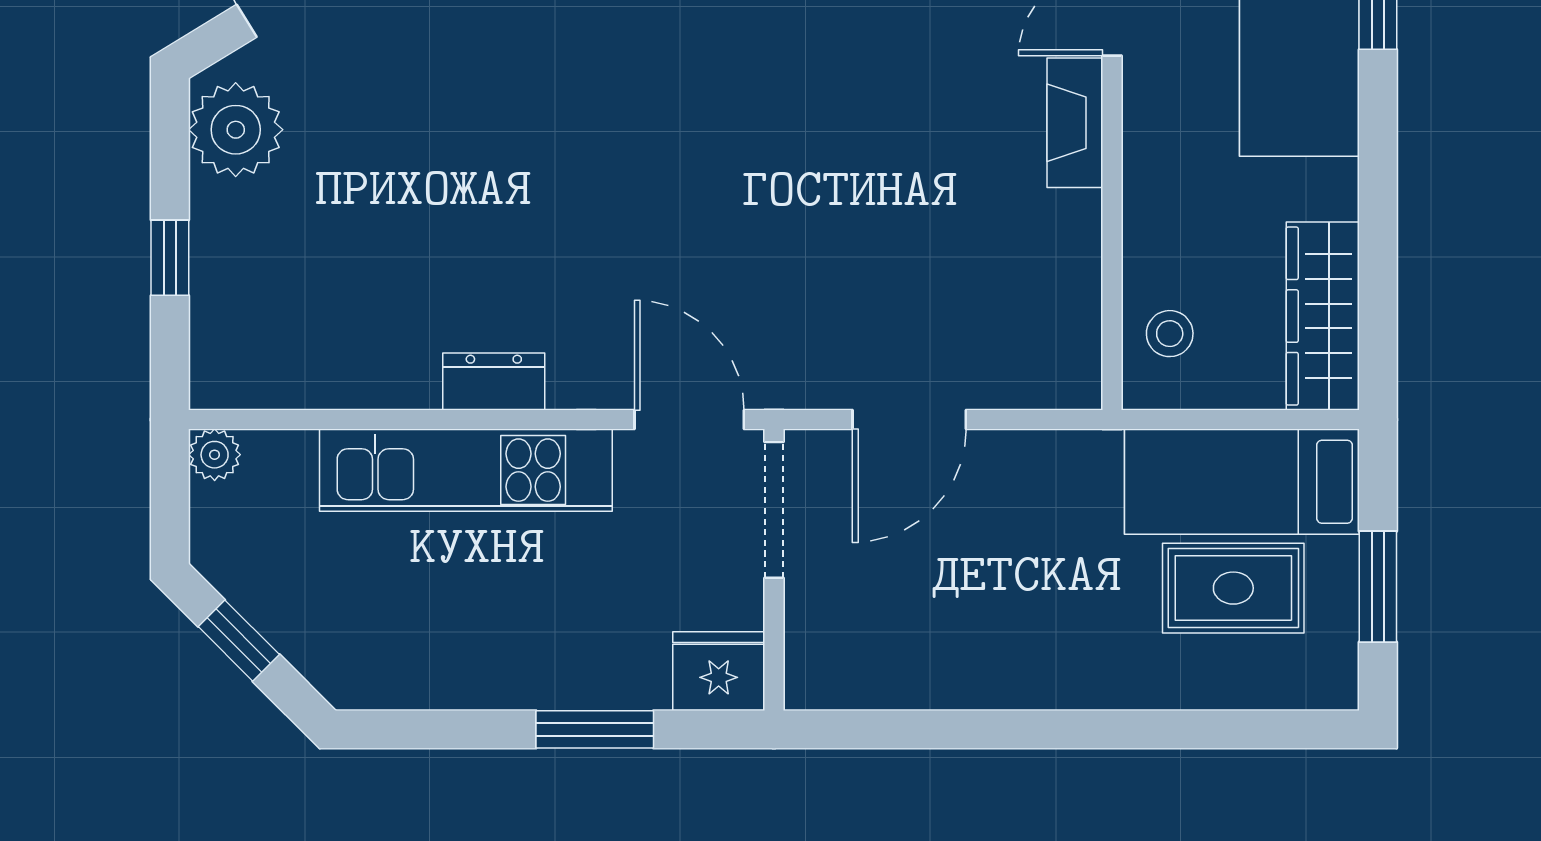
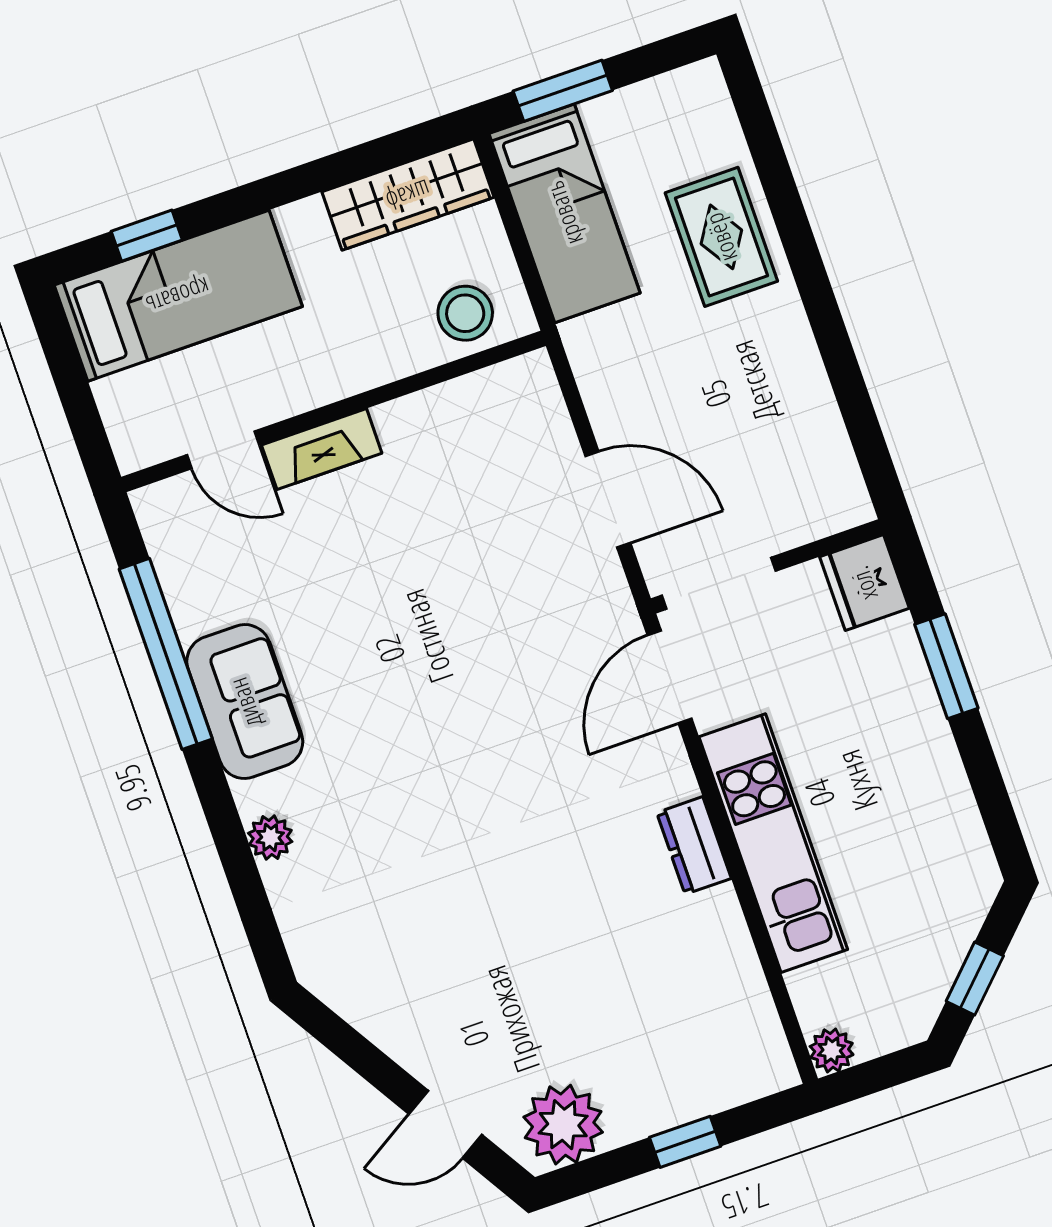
stool: (1170, 334) -> (465, 313), width x1.37, depth x1.37
window: (1378, 587) -> (563, 91), moved
rug: (1233, 588) -> (721, 237), moved

